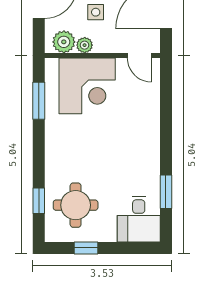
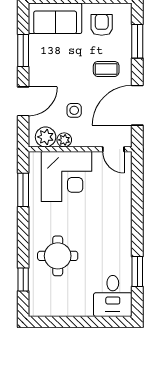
round table: (76, 205) -> (58, 256), moved
window: (86, 248) -> (65, 322), removed

